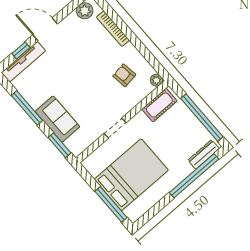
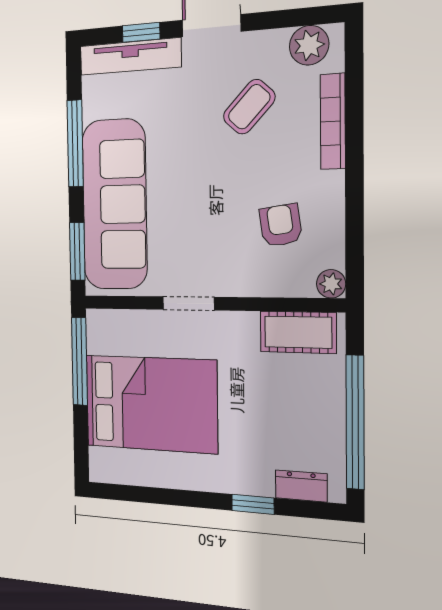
coffee table: (81, 46) -> (249, 107), added
sofa: (57, 119) -> (115, 204), width x1.85, depth x1.27
dresser: (204, 154) -> (301, 486), width x0.70
window: (194, 176) -> (253, 504), width x0.32
window: (111, 204) -> (79, 361), moved

